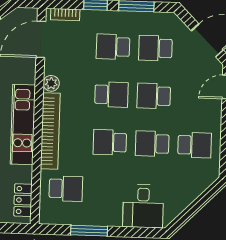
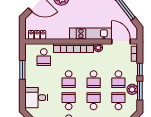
plant: (133, 21) -> (132, 89), added
school desk: (113, 47) -> (118, 79), turned 180
kitchen unit: (23, 125) -> (91, 34), moved
school desk: (110, 142) -> (69, 79), turned 180

